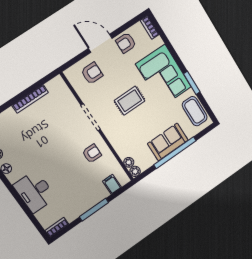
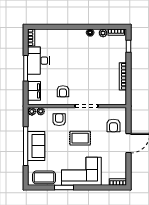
armchair: (126, 43) -> (59, 120), moved
rug: (130, 101) -> (80, 138), turned 90
filing cabinet: (112, 184) -> (34, 91), width x2.00
desk: (35, 192) -> (38, 61), moved, turned -90

